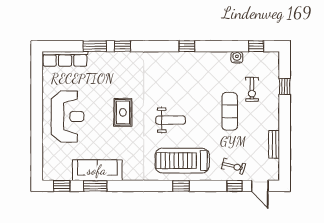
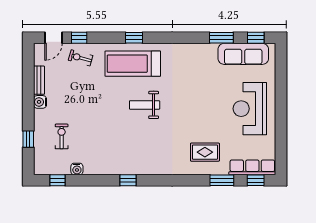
window: (122, 46) -> (256, 180), moved
exercise mat: (230, 111) -> (84, 114), removed
rug: (123, 112) -> (205, 152), moved, turned 90
water cooler: (273, 123) -> (40, 102), added
treadmill: (182, 161) -> (133, 64), turned 180
sofa: (97, 170) -> (243, 54), moved
door: (260, 186) -> (54, 38), swing flipped

